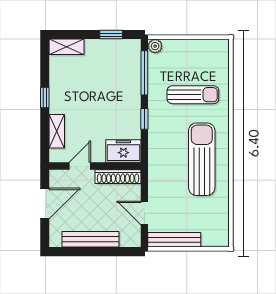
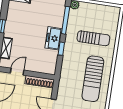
freezer: (123, 151) -> (53, 38), moved, turned -90
sun lounger: (202, 159) -> (93, 79), turned 180

